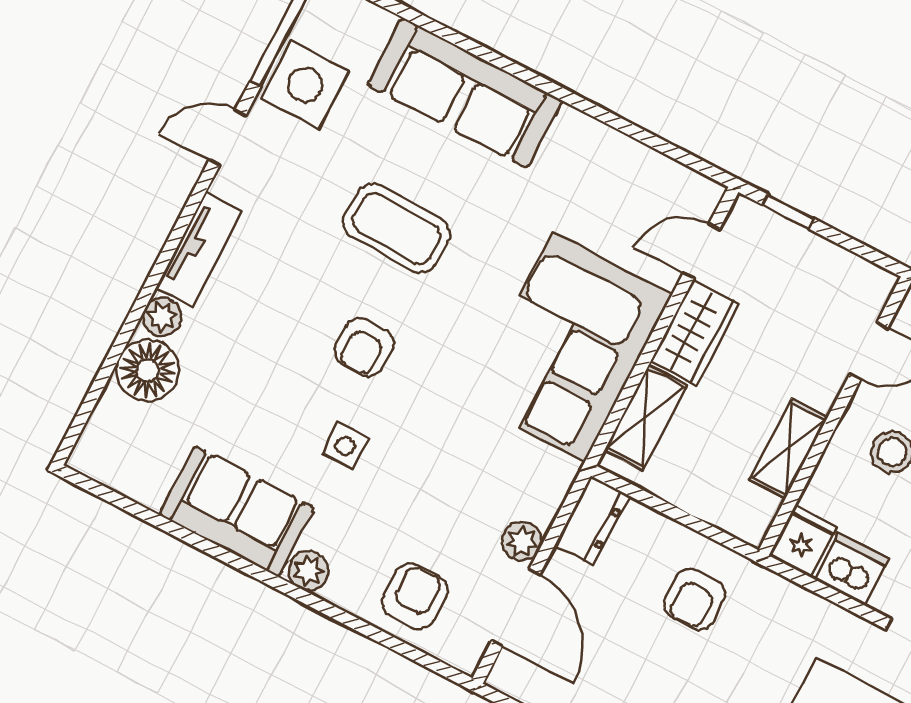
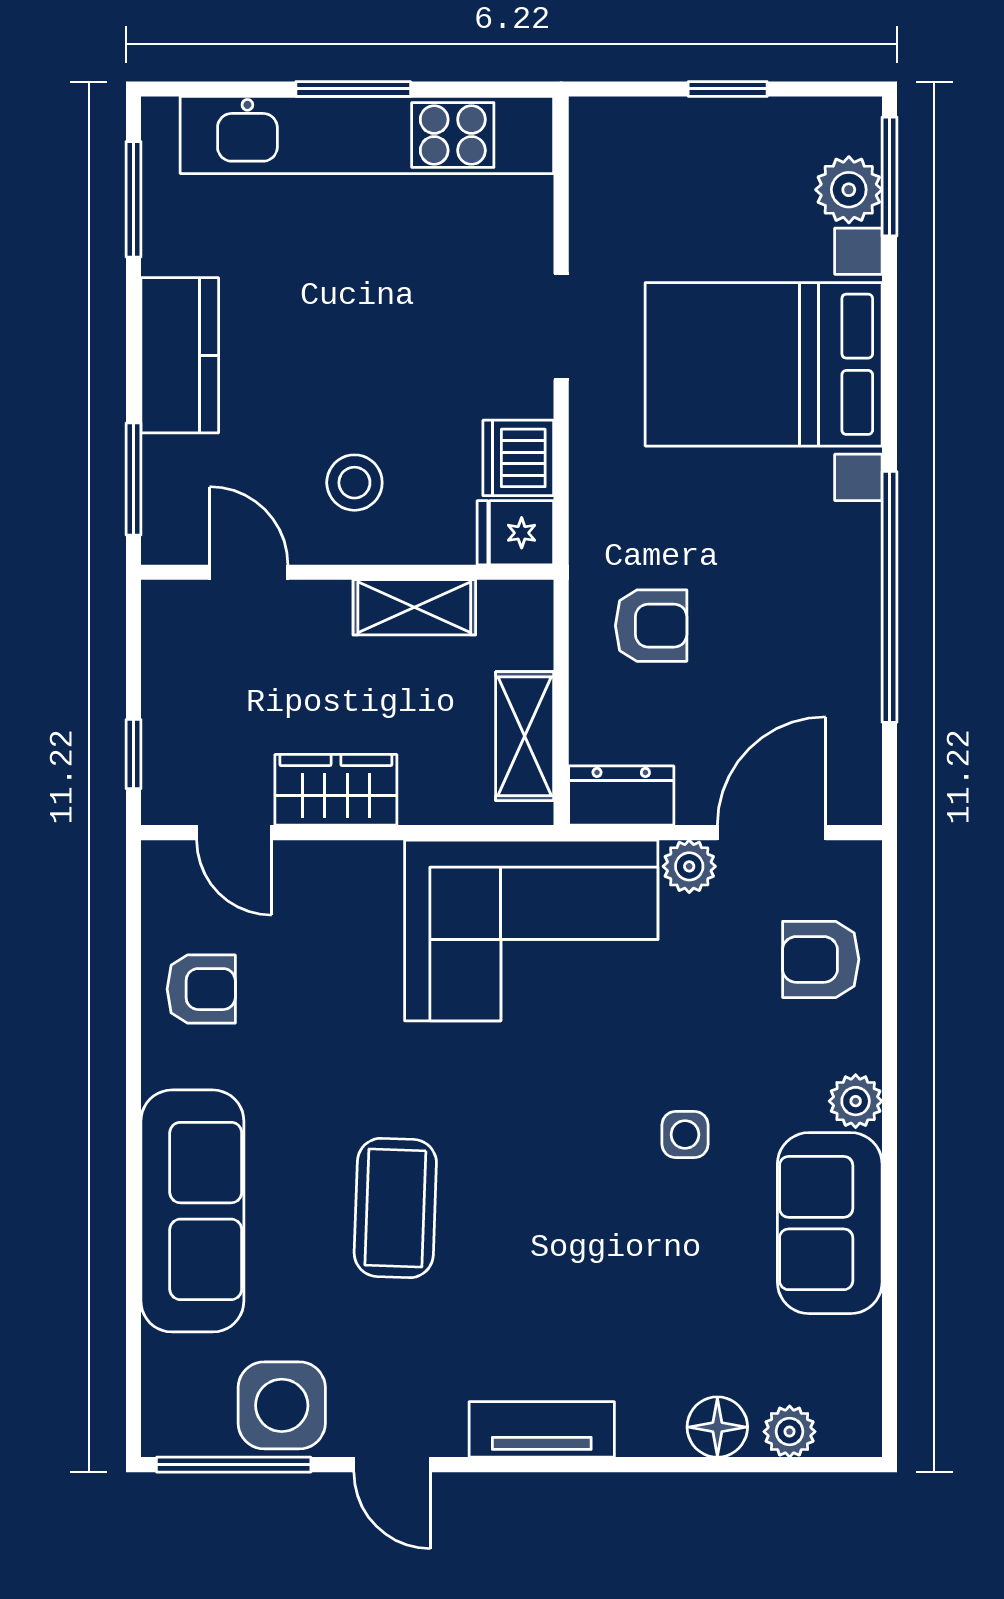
plant: (162, 317) -> (790, 1432), moved
armchair: (364, 347) -> (201, 989), moved
corner sofa: (569, 347) -> (531, 930), moved
floor lamp: (148, 370) -> (717, 1427), width x0.73, depth x0.73
shelving: (645, 418) -> (525, 736), moved, turned 90

